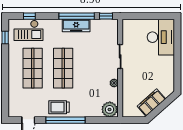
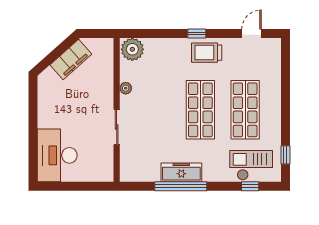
window: (106, 16) -> (138, 186), removed
trolley: (59, 107) -> (207, 53), turned 180
window: (66, 120) -> (197, 34), width x0.32

